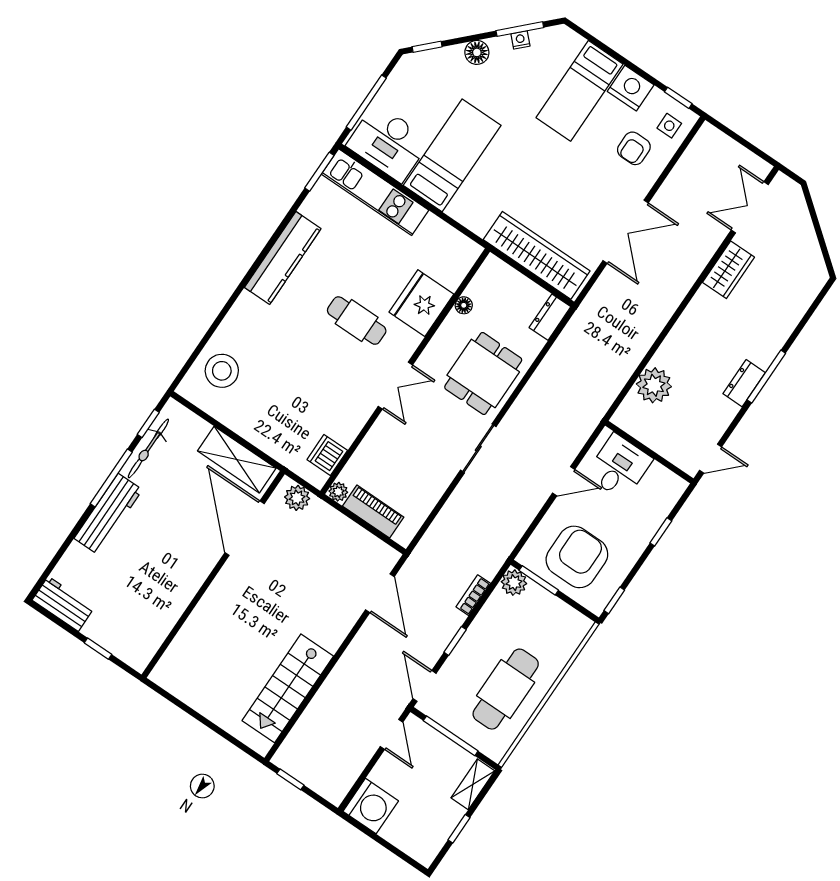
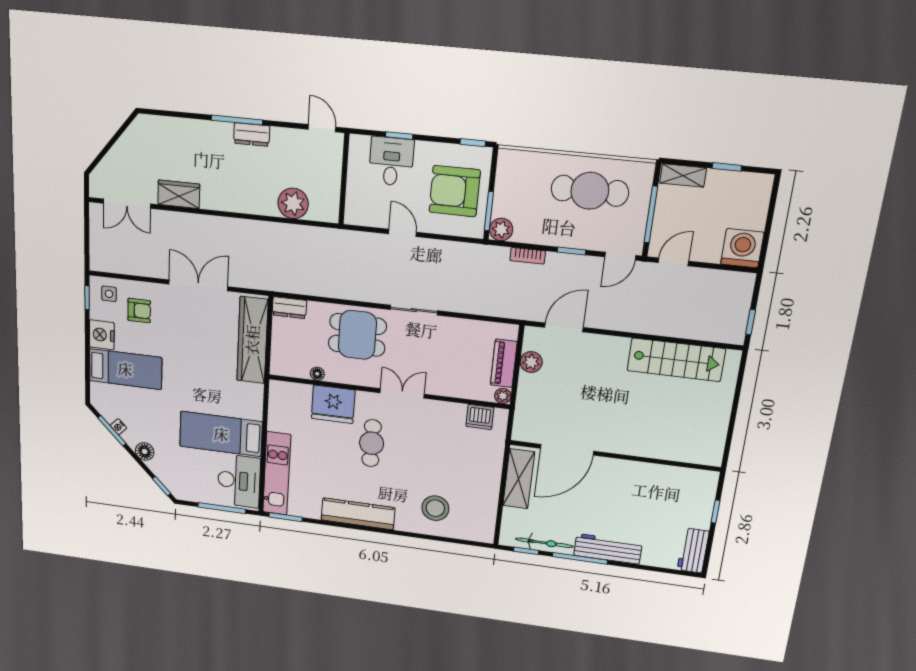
stool: (222, 371) -> (435, 508), moved
desk: (619, 467) -> (391, 161), moved, turned 90
plant: (297, 498) -> (531, 362), moved

